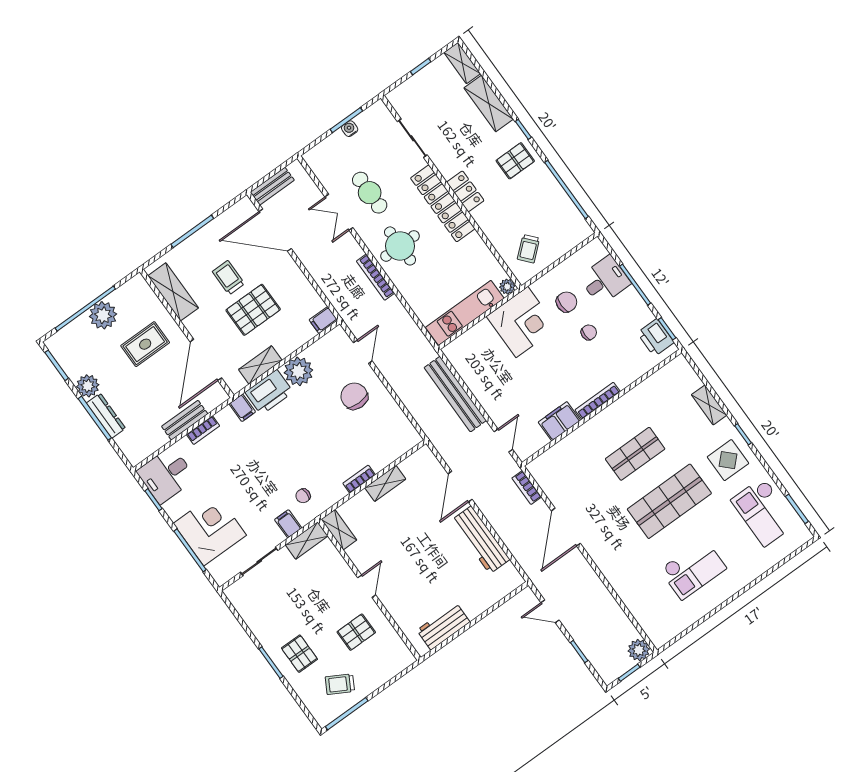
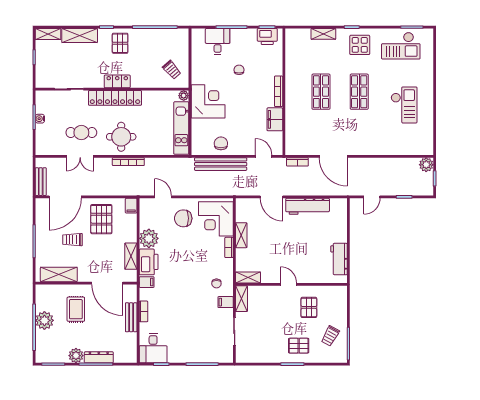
chair: (567, 302) -> (221, 143), moved
pallet: (253, 310) -> (101, 219), moved
shop shelf: (669, 501) -> (359, 92), width x0.70, depth x0.74
corner desk: (210, 529) -> (216, 219), moved, turned -90

